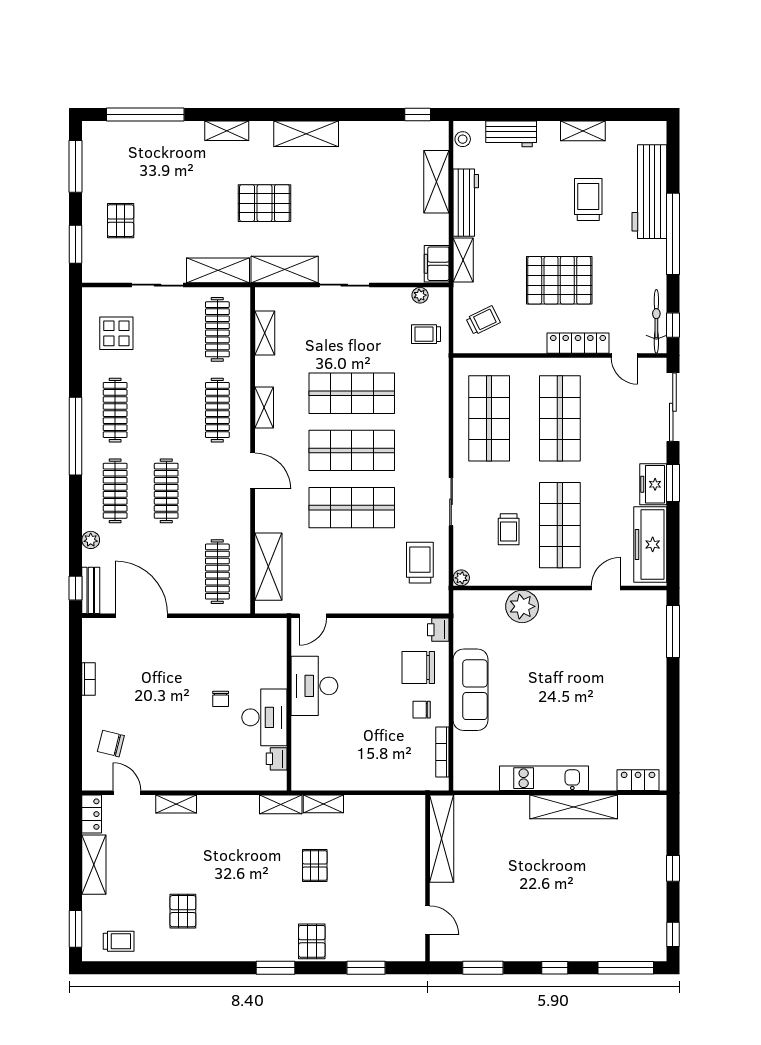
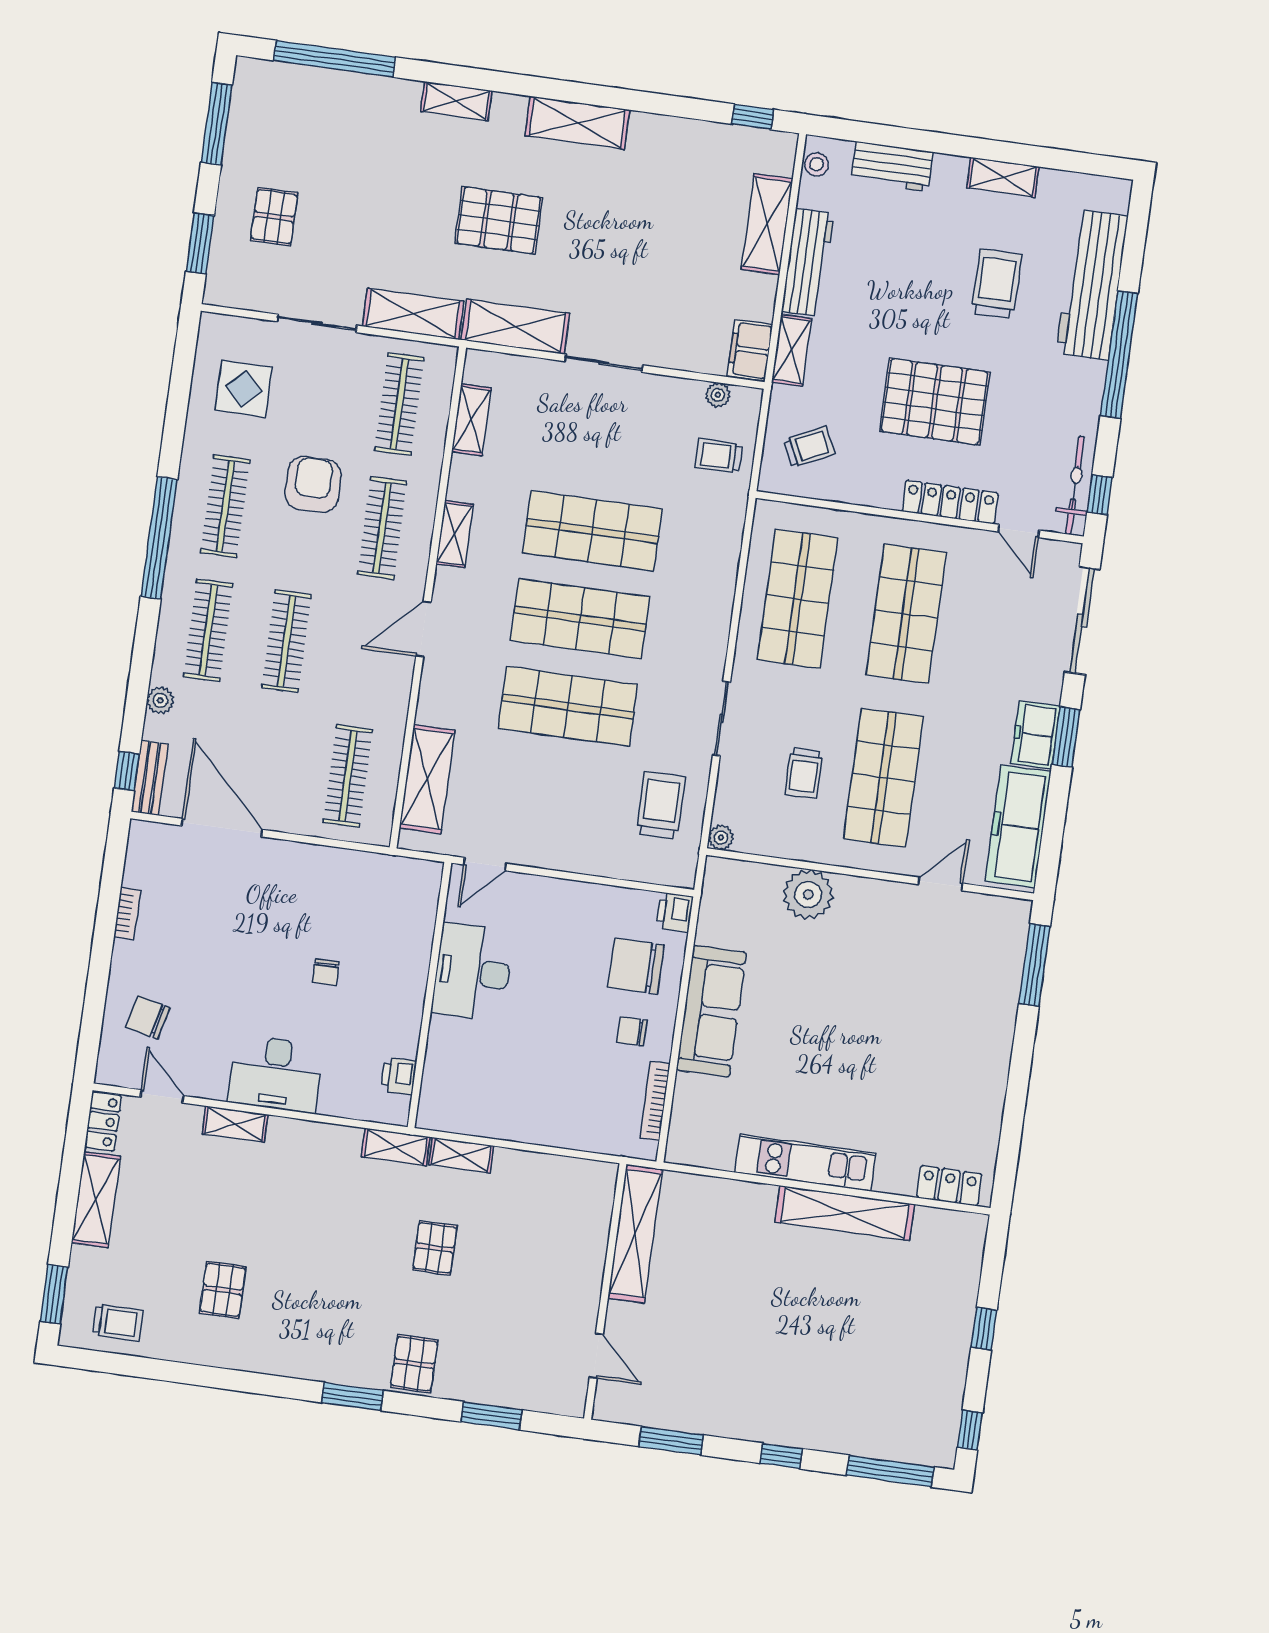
armchair: (169, 388) -> (313, 484), added
door: (253, 471) -> (423, 629), swing flipped
desk: (264, 717) -> (276, 1074), moved, turned 90

